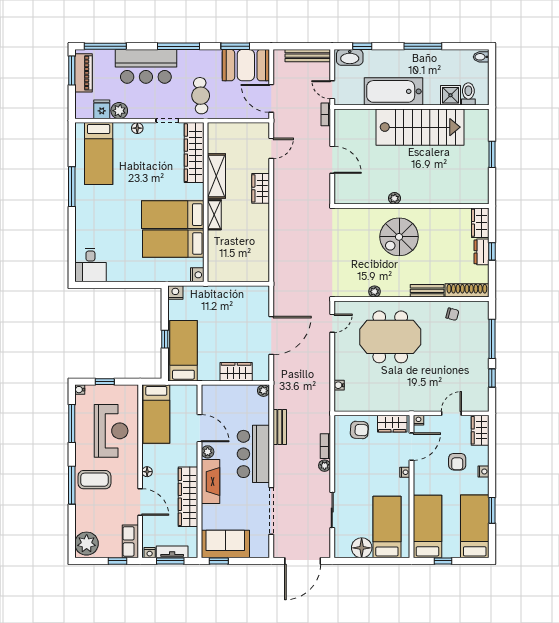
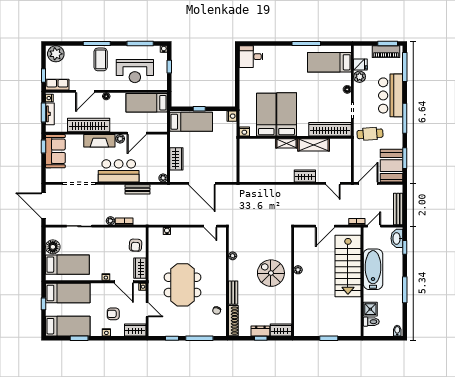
stairs: (420, 127) -> (348, 266), moved
meeting table: (390, 337) -> (182, 285), moved

